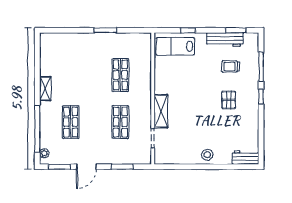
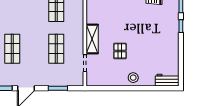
pallet: (229, 100) -> (120, 51), moved

